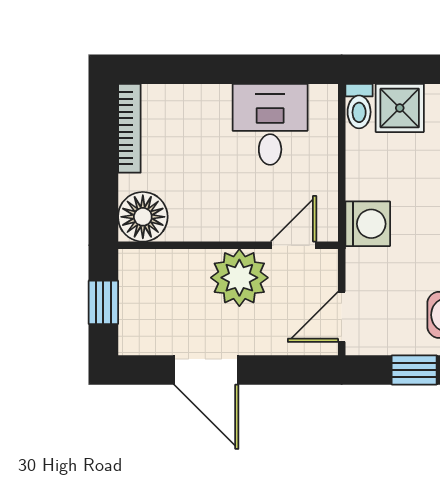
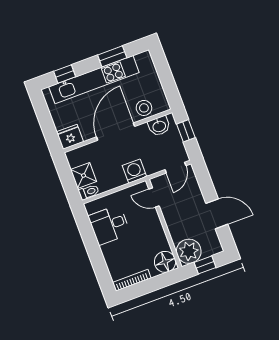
plant: (239, 278) -> (189, 251), moved
door: (342, 317) -> (175, 168), hinge flipped
door: (206, 370) -> (217, 214), hinge flipped

